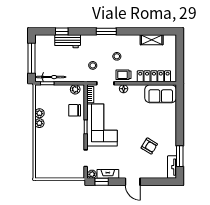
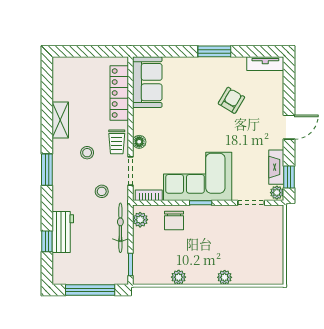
shelving: (152, 40) -> (60, 120), moved
bicycle: (50, 77) -> (120, 228), moved
plant: (39, 123) -> (225, 277), moved
window: (180, 156) -> (214, 51), moved

